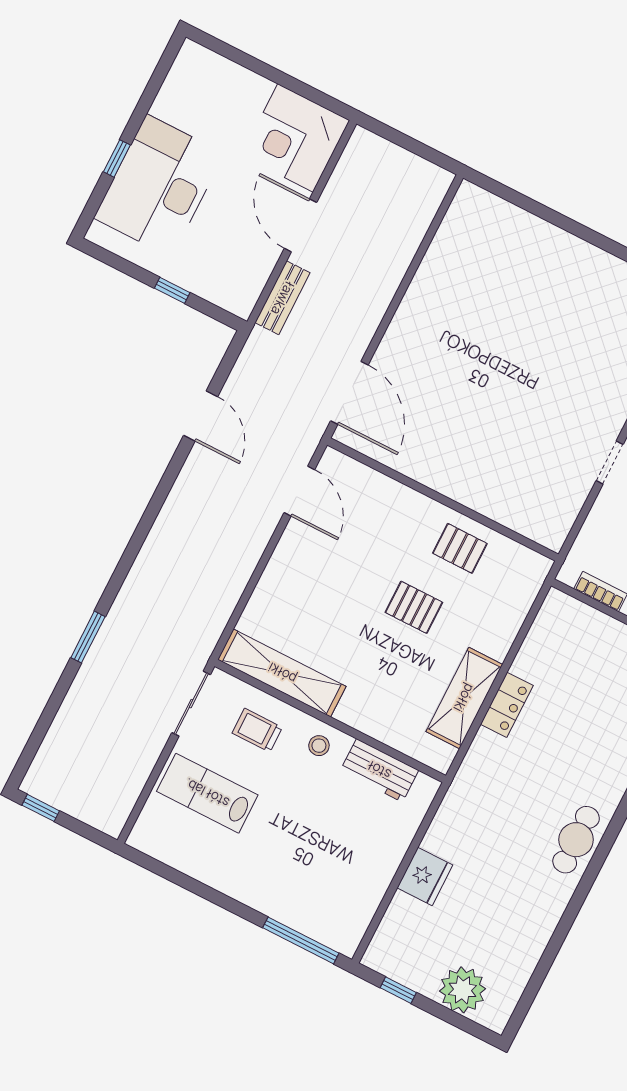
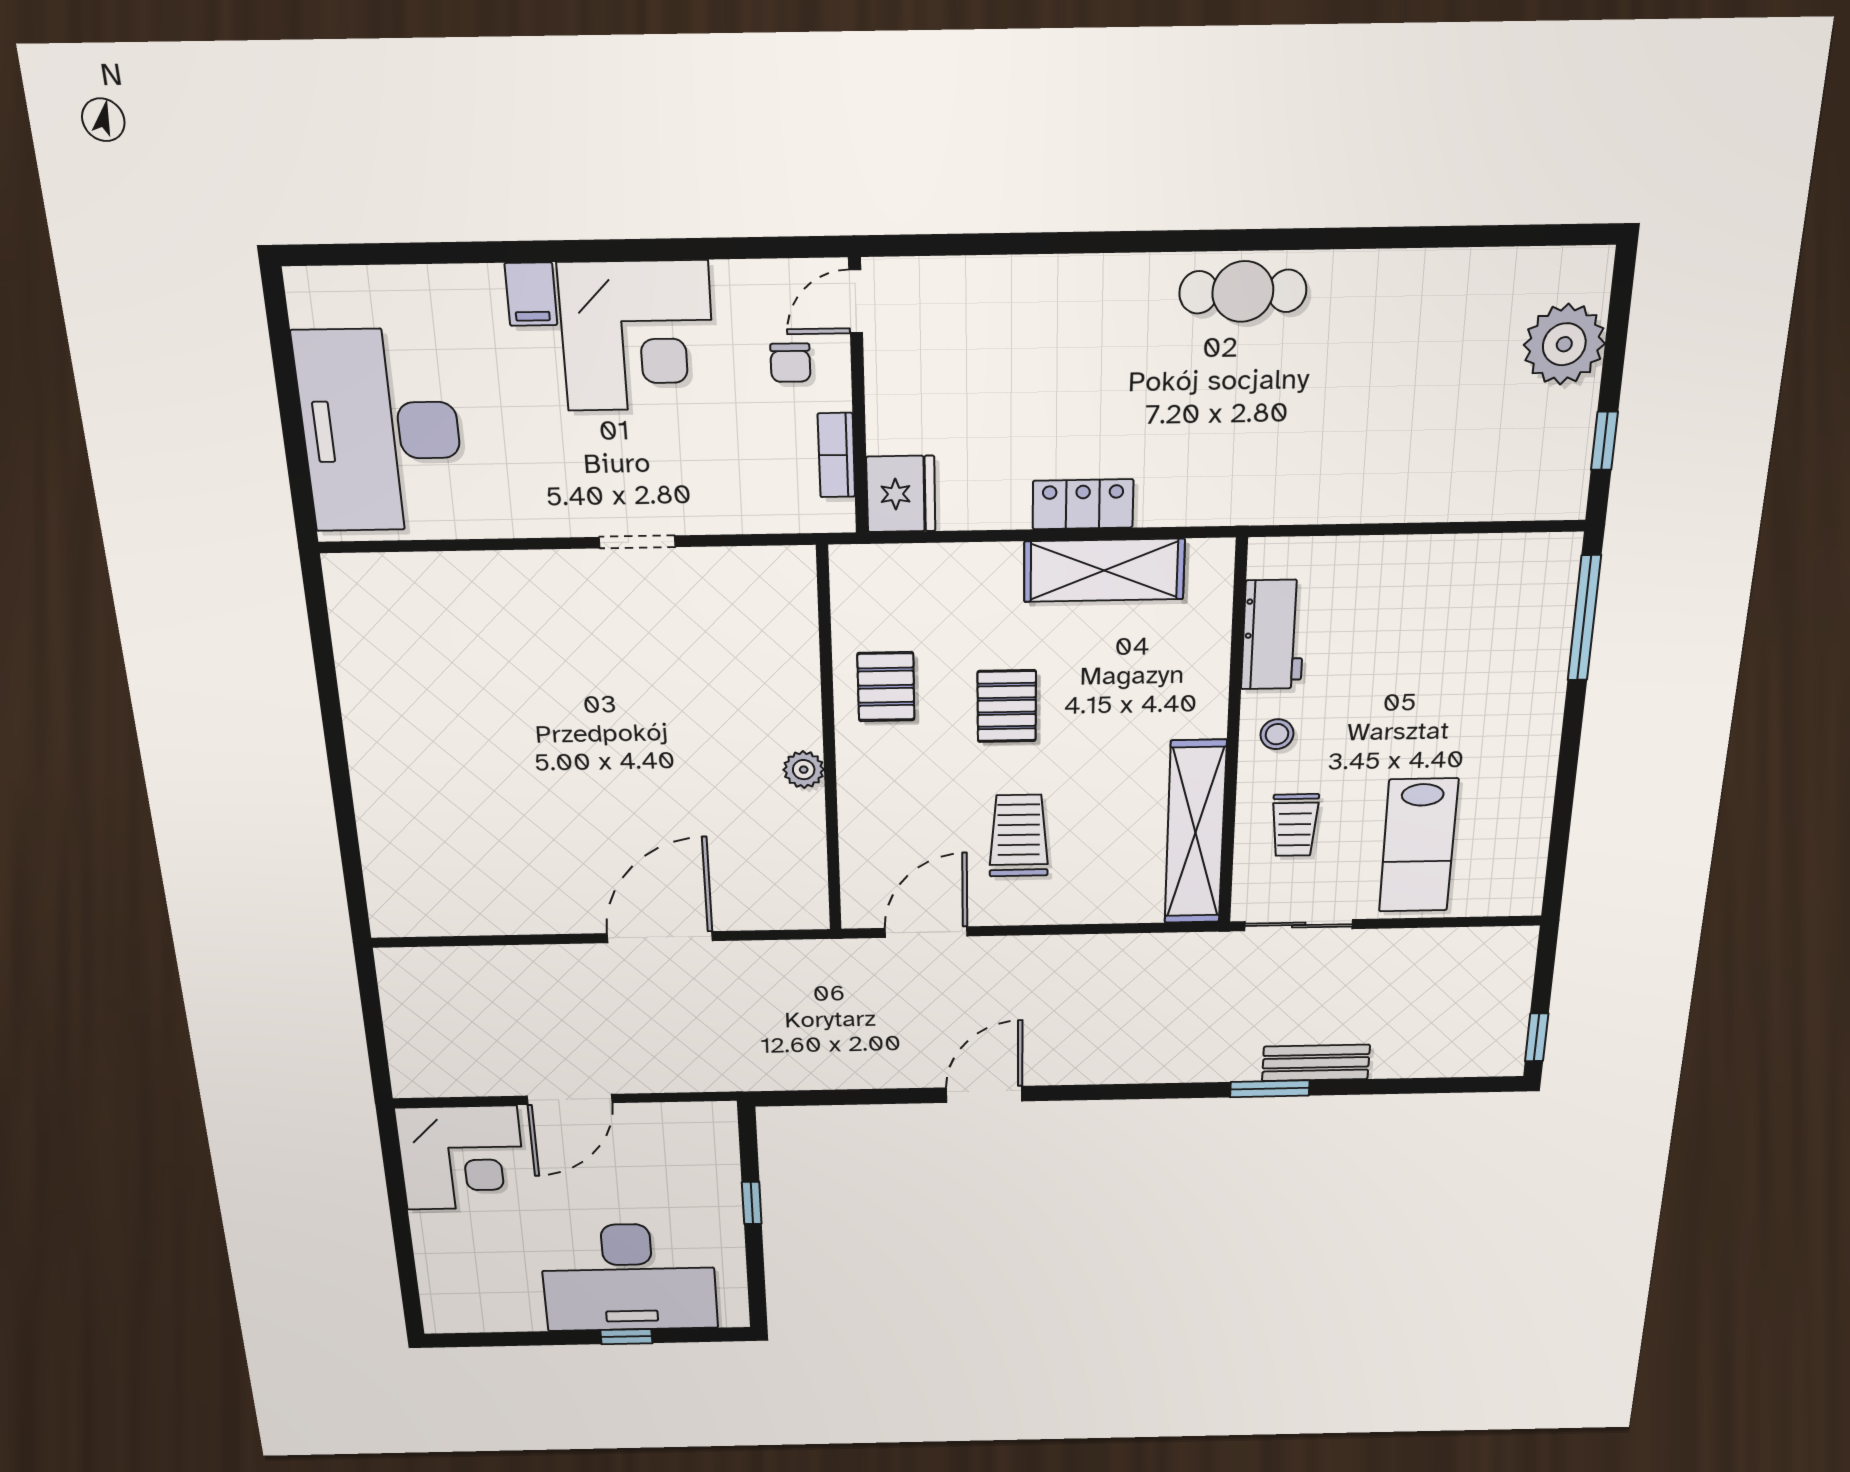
bench: (283, 298) -> (1316, 1063), moved
door: (349, 393) -> (660, 937), moved
door: (201, 416) -> (984, 1094), moved
plant: (435, 477) -> (804, 770), added
trolley: (332, 574) -> (1019, 836), added
fridge: (425, 876) -> (901, 494), moved, turned 90

